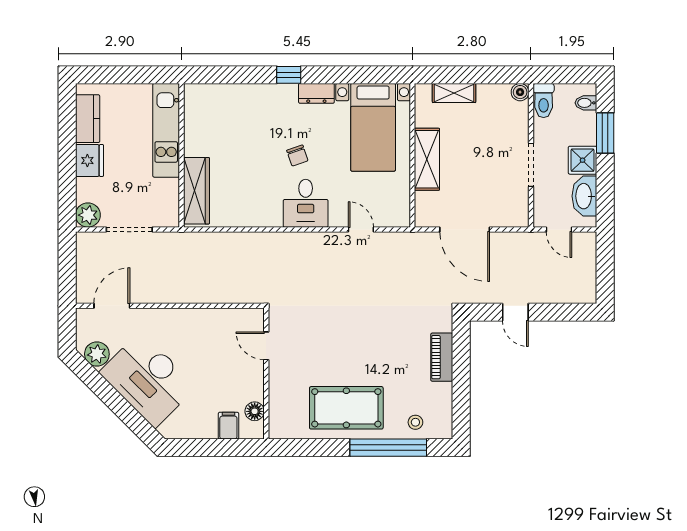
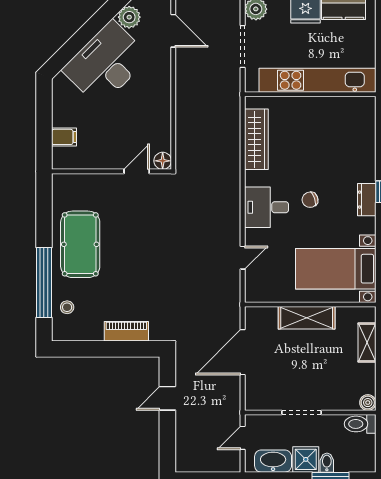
dresser: (316, 93) -> (367, 200), moved
bidet: (586, 103) -> (327, 463), moved
kitchen unit: (166, 130) -> (317, 80), width x1.36
wardrobe: (197, 191) -> (256, 139), moved, turned -90
floor lamp: (255, 411) -> (163, 161), moved

